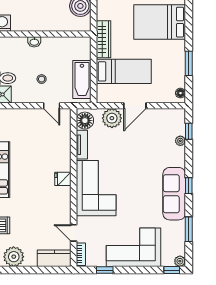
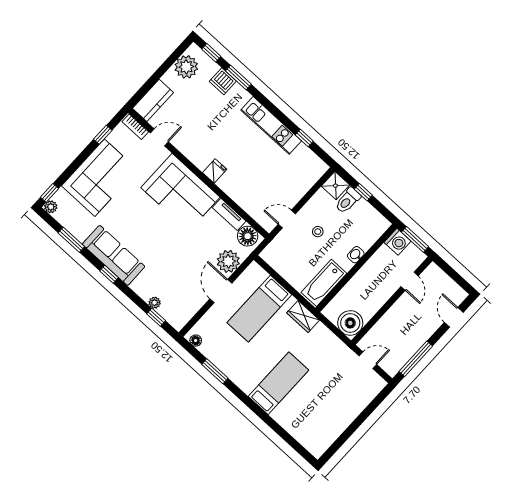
bed: (160, 22) -> (278, 383), width x0.67
wardrobe: (104, 39) -> (303, 317), width x0.67
bathtub: (82, 80) -> (324, 283), moved, turned -90

